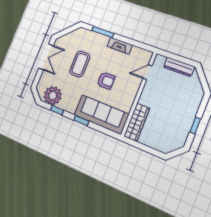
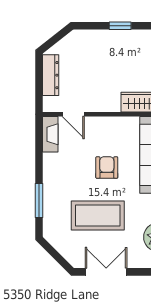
fireplace: (120, 46) -> (50, 134), moved
coffee table: (80, 64) -> (98, 215), width x1.36, depth x1.32

